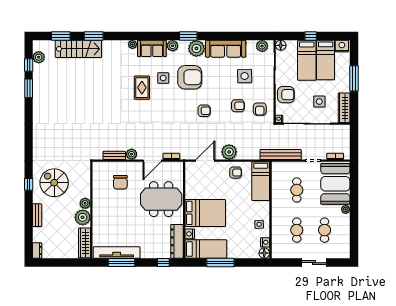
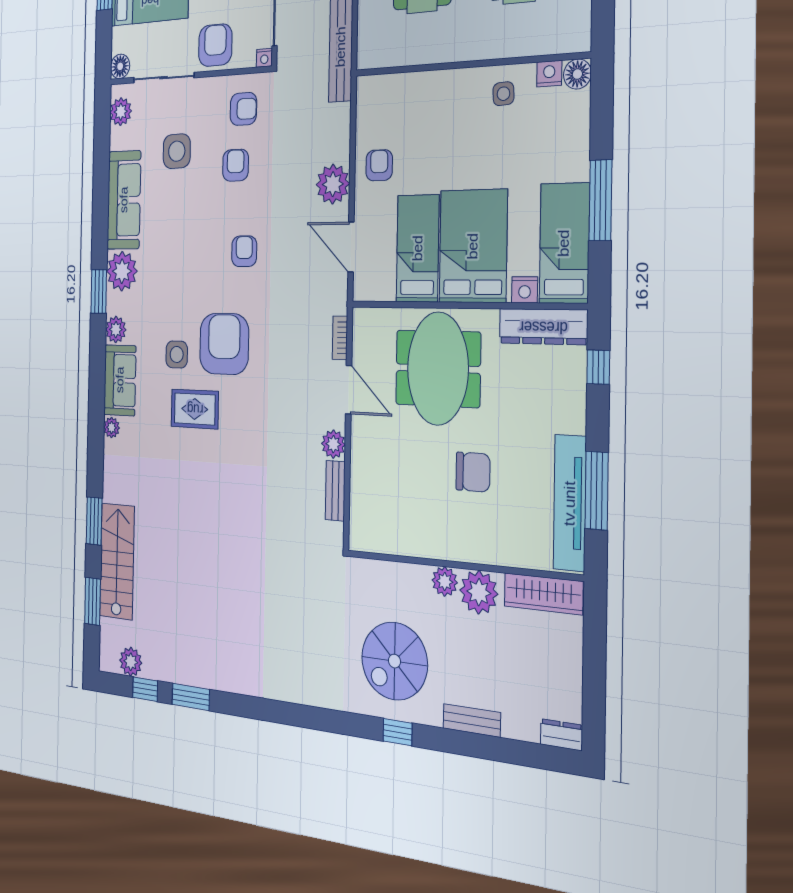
armchair: (190, 77) -> (224, 344), moved
bed: (261, 181) -> (418, 248), moved, turned -90
chair: (120, 182) -> (473, 472), moved

